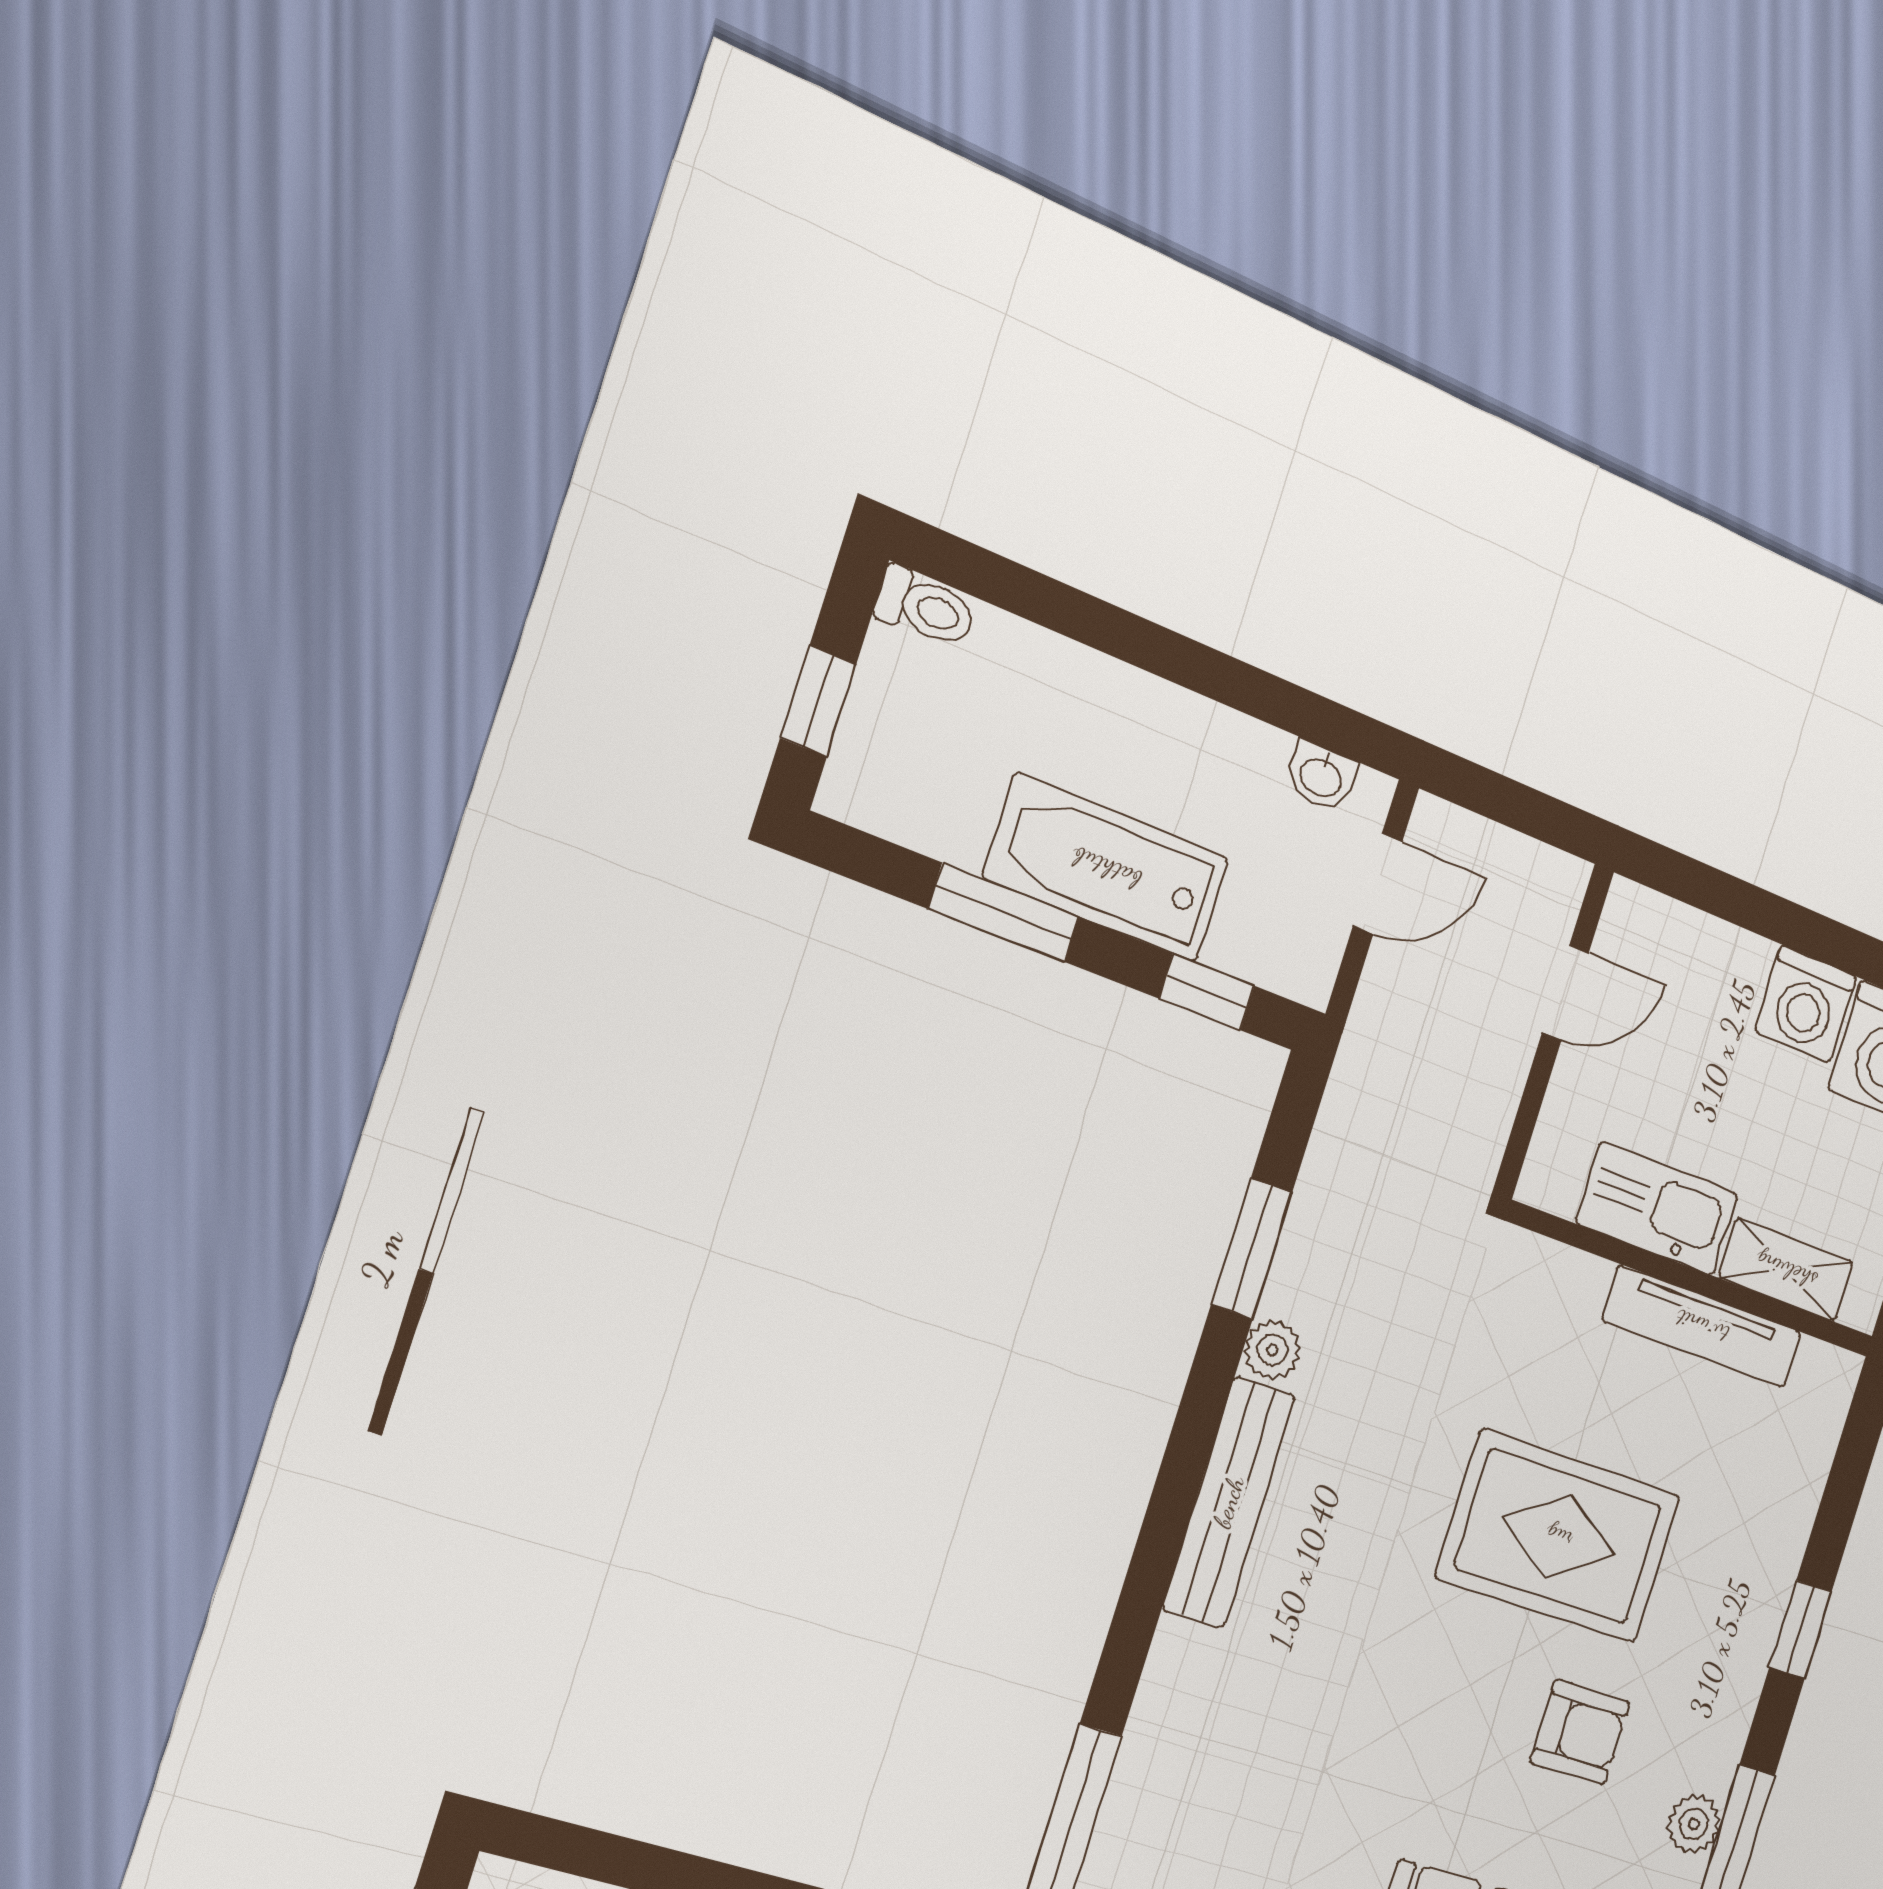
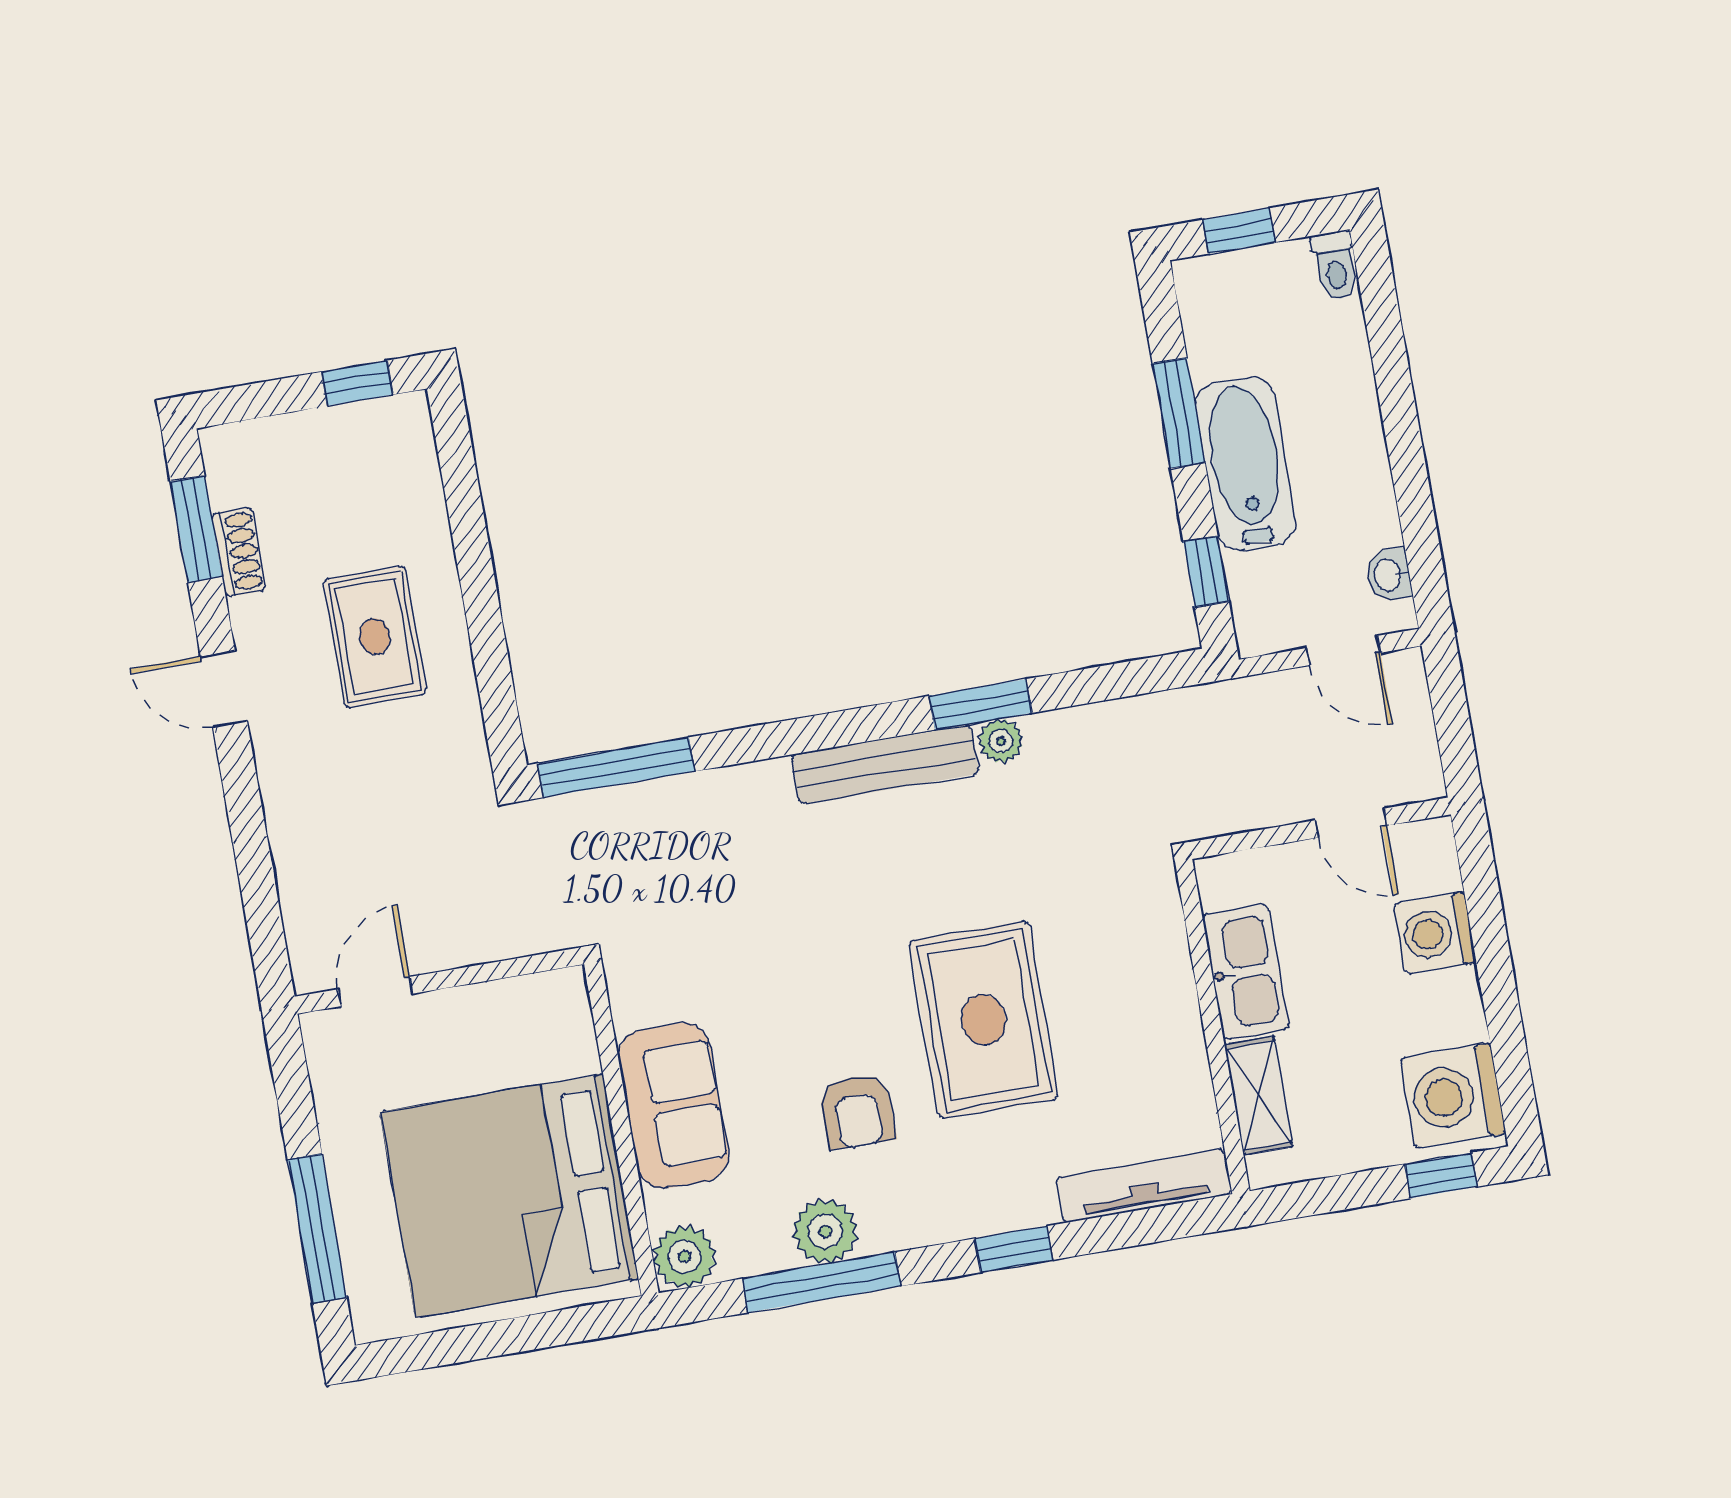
washing machine: (1806, 1004) -> (1435, 933), moved
window: (1252, 1249) -> (980, 704), moved
tv unit: (1702, 1326) -> (1144, 1186), moved, turned 90
plant: (1694, 1824) -> (825, 1231), width x1.38, depth x1.38

